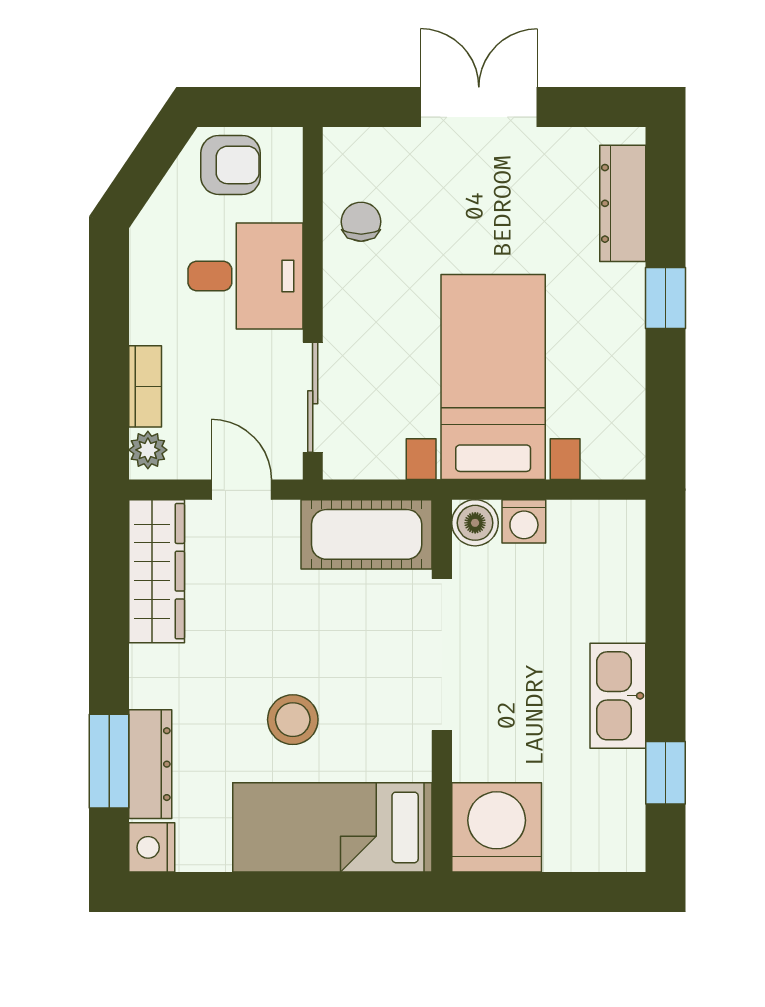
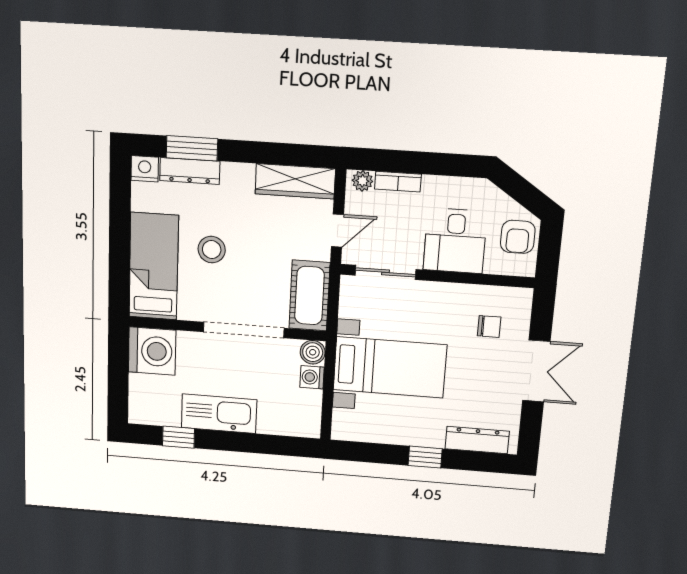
chair: (361, 222) -> (489, 327), moved
kitchen sink: (618, 696) -> (219, 414), width x1.36, depth x1.24

